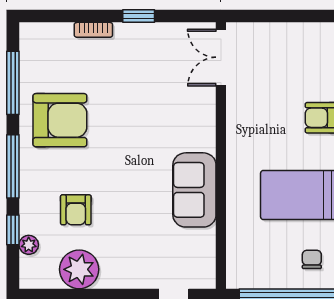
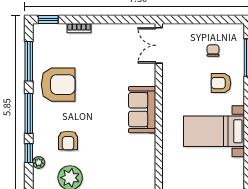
window: (139, 16) -> (48, 19), moved
sofa: (194, 190) -> (142, 110), moved
chair: (312, 259) -> (213, 51), moved

